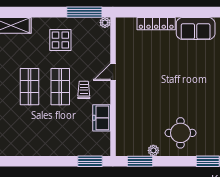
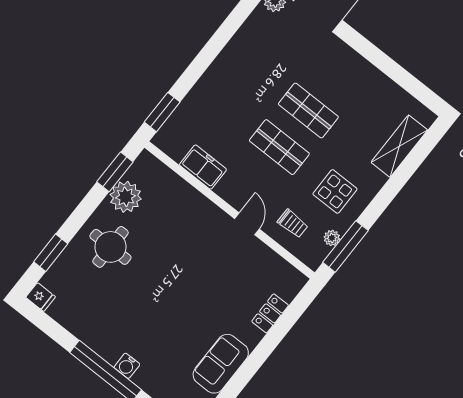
plant: (105, 23) -> (332, 238), moved
locker: (156, 24) -> (270, 313), width x0.66
trolley: (84, 90) -> (293, 224), moved
plant: (153, 150) -> (126, 197), width x1.88, depth x1.88

